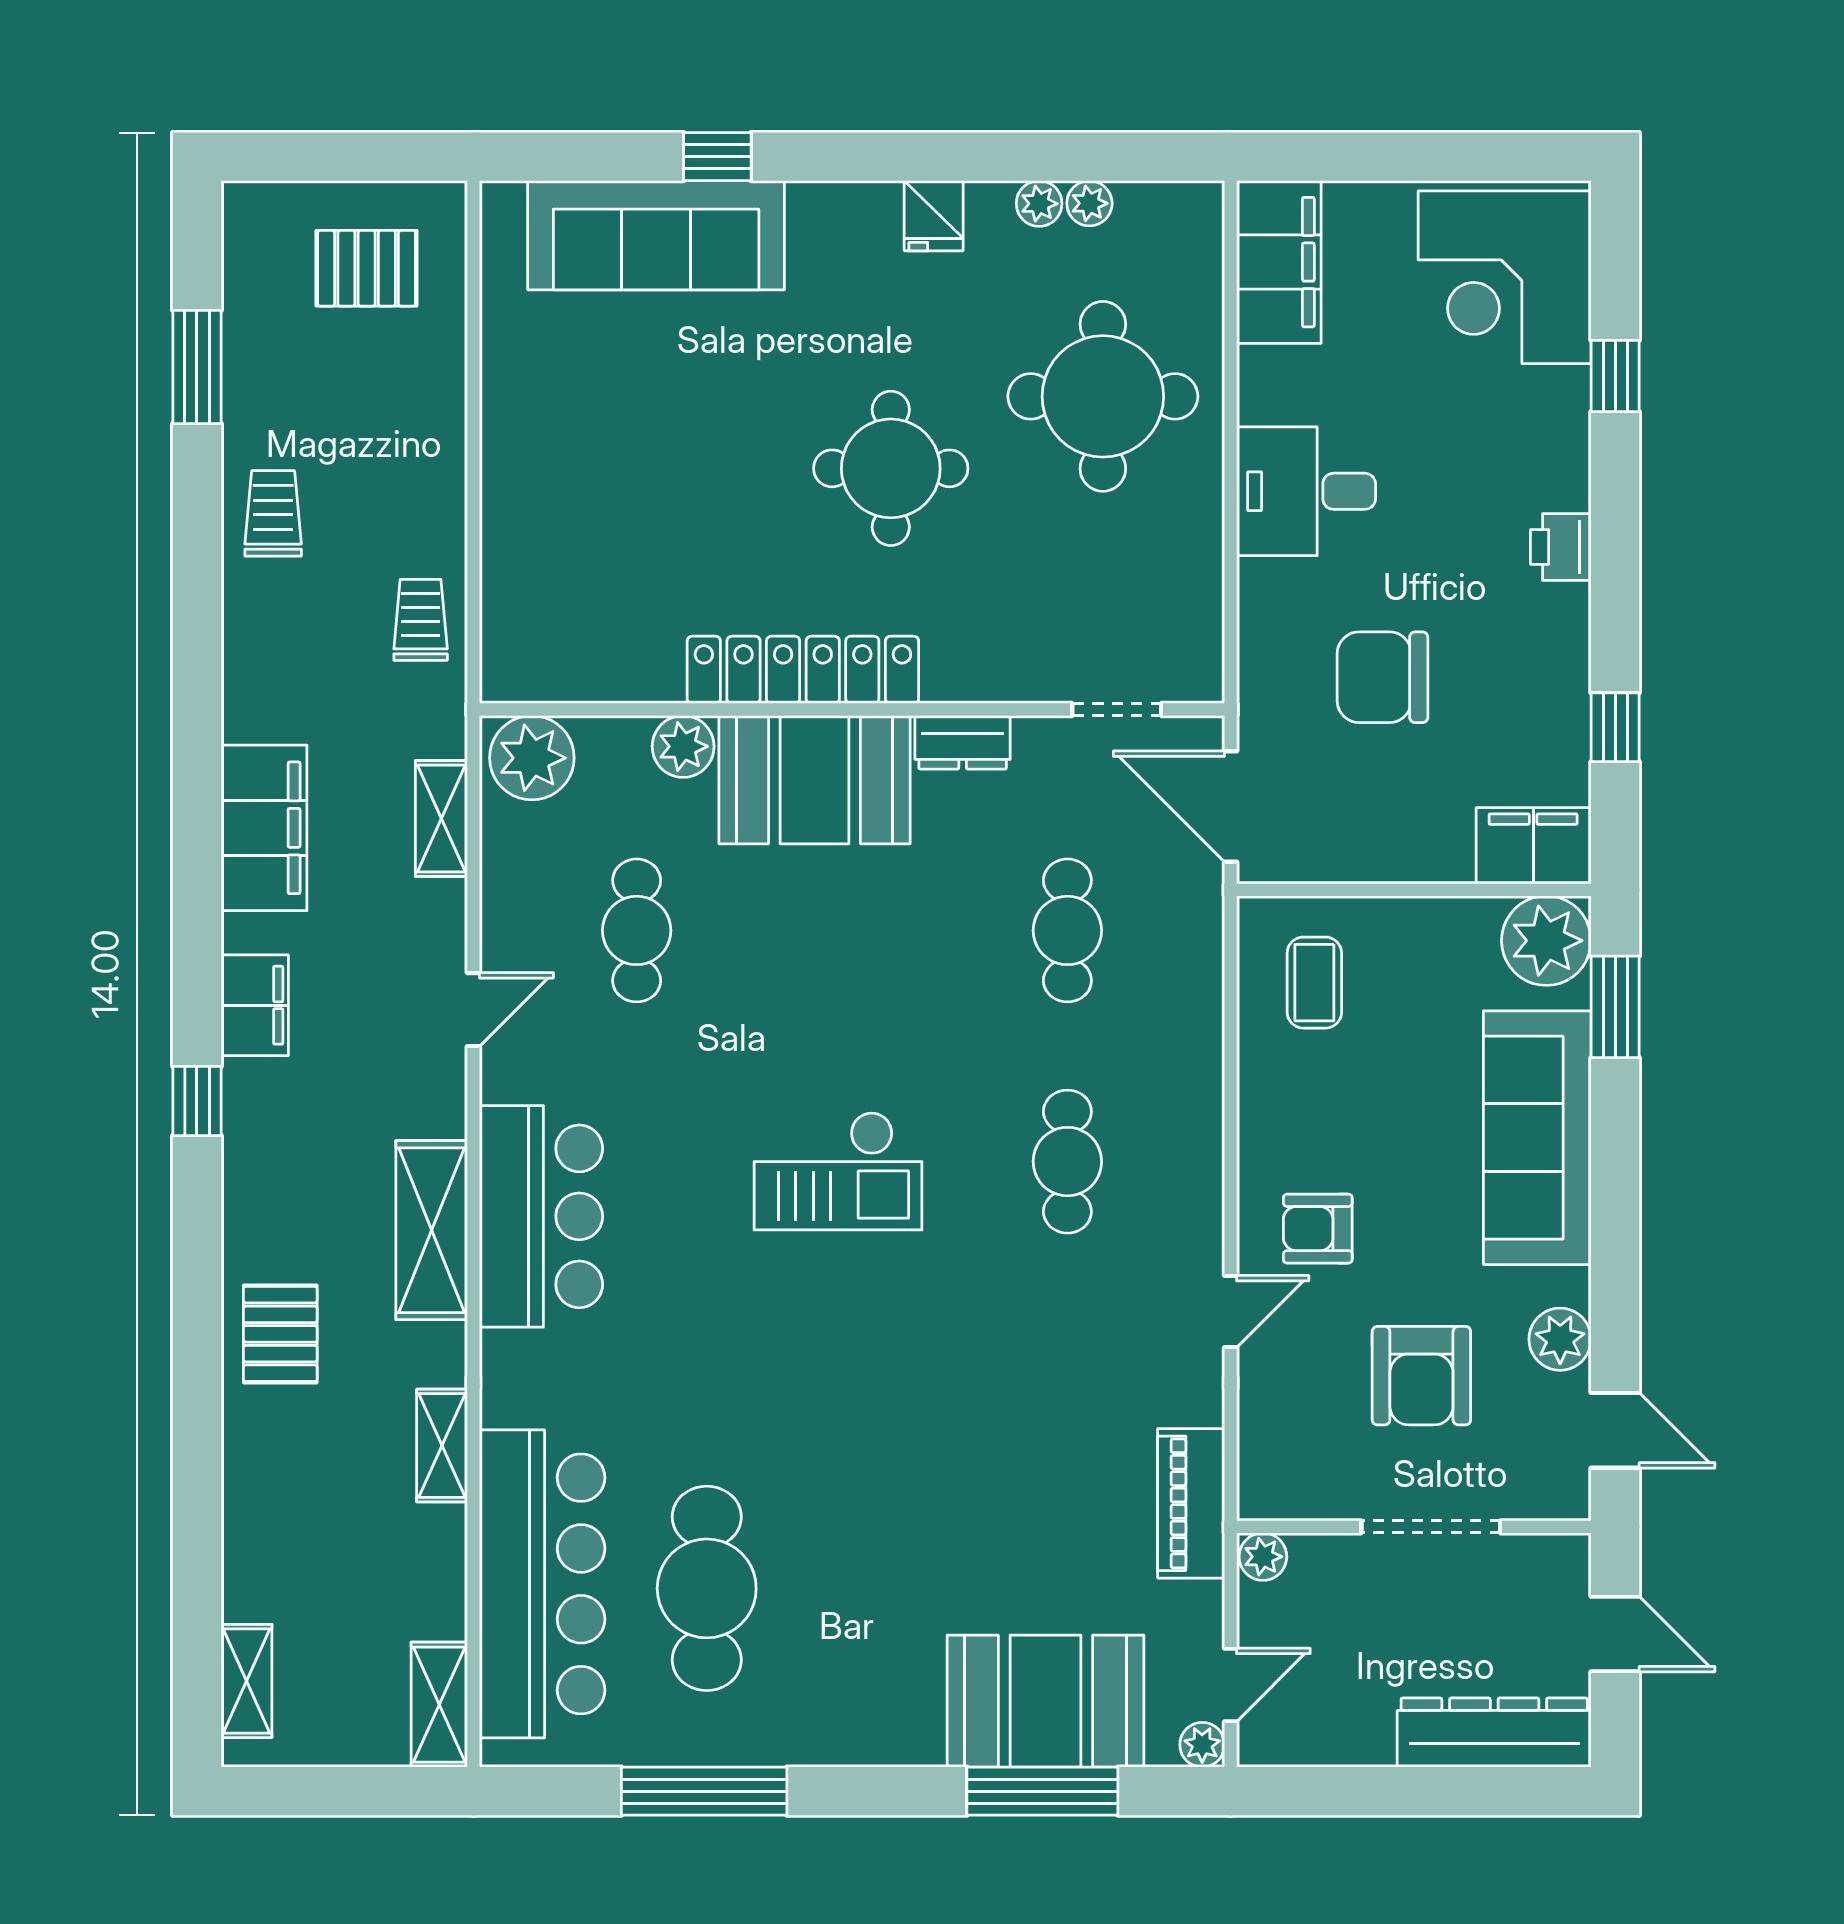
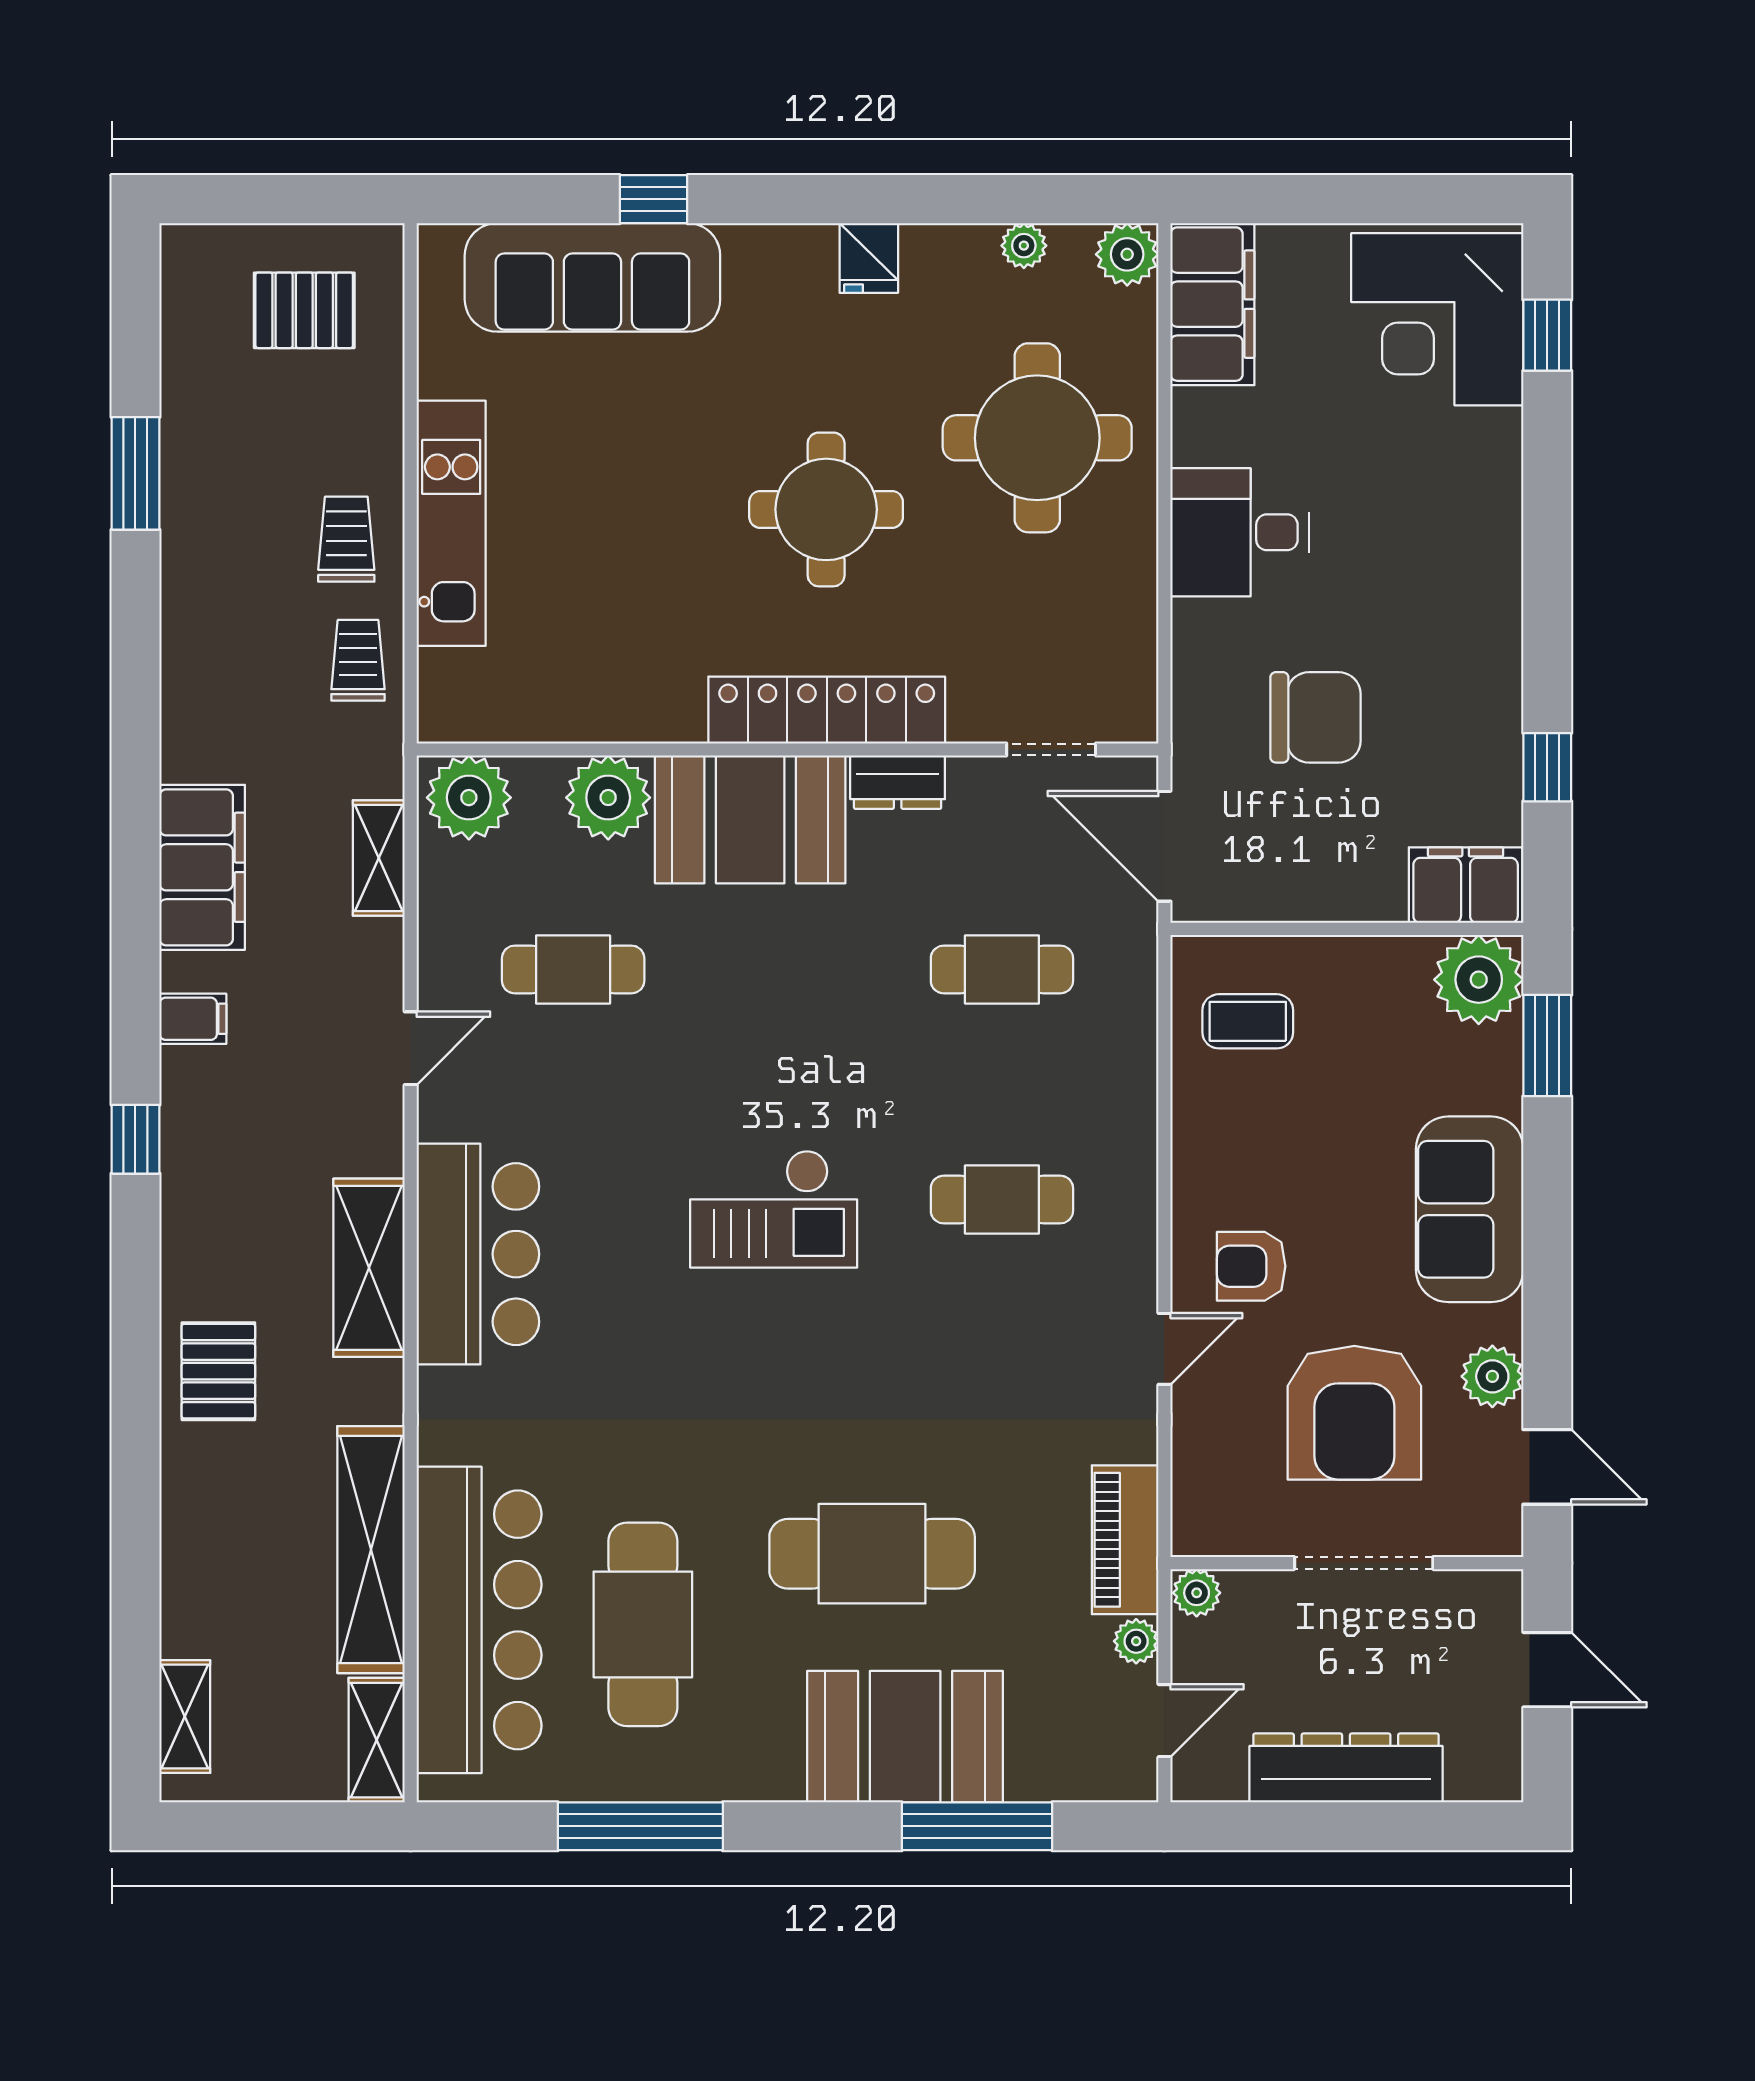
plant: (1039, 204) -> (1127, 254), moved, width x1.38, depth x1.38
window: (197, 367) -> (135, 473), moved
window: (1615, 376) -> (1547, 335), moved
kitchen unit: (514, 482) -> (451, 523), added
trolley: (273, 513) -> (346, 539), moved
printer: (1561, 547) -> (1493, 588), removed
locker: (803, 670) -> (827, 710), moved
chair: (1382, 677) -> (1316, 717), turned 180
plant: (683, 746) -> (608, 798), width x1.36, depth x1.36
cafe table: (637, 930) -> (573, 969), turned 90
cafe table: (1067, 930) -> (1002, 969), turned 90
coffee table: (1314, 983) -> (1248, 1021), turned 90
filing cabinet: (255, 1005) -> (193, 1019), width x0.50
sofa: (1537, 1138) -> (1470, 1209), width x0.73
cafe table: (1067, 1162) -> (1002, 1200), turned 90
armchair: (1421, 1376) -> (1354, 1413), width x1.36, depth x1.36
shelving: (442, 1446) -> (371, 1550), width x2.20, depth x1.33
cafe table: (937, 1517) -> (872, 1554), added
booth: (1046, 1701) -> (905, 1737), moved
dresser: (1494, 1733) -> (1346, 1768), moved
plant: (1202, 1745) -> (1136, 1641), moved

